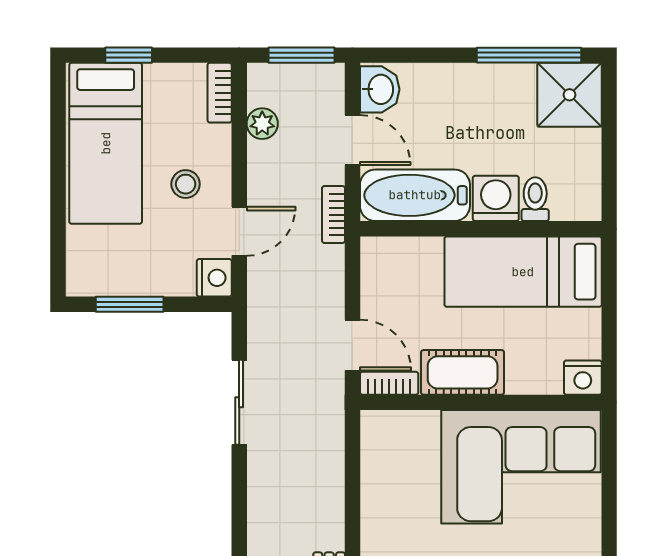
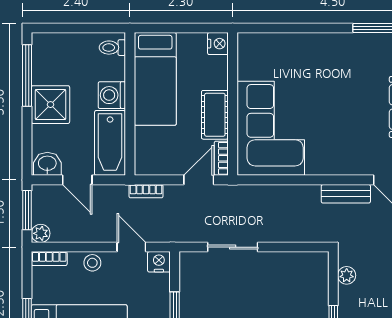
shower: (569, 95) -> (50, 105), moved
plant: (262, 124) -> (41, 233), moved
door: (352, 140) -> (77, 180), swing flipped
stool: (186, 184) -> (92, 263), moved
toilet: (535, 199) -> (112, 48), moved
bookcase: (333, 215) -> (146, 191), moved
corner sofa: (521, 467) -> (271, 128), moved

